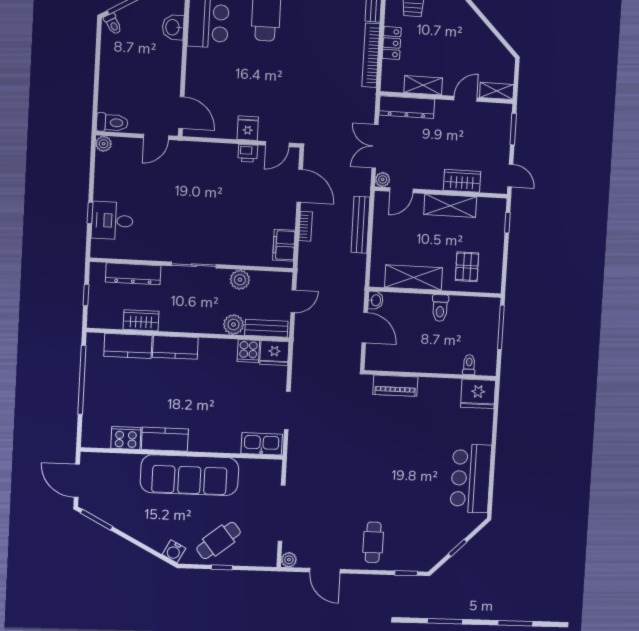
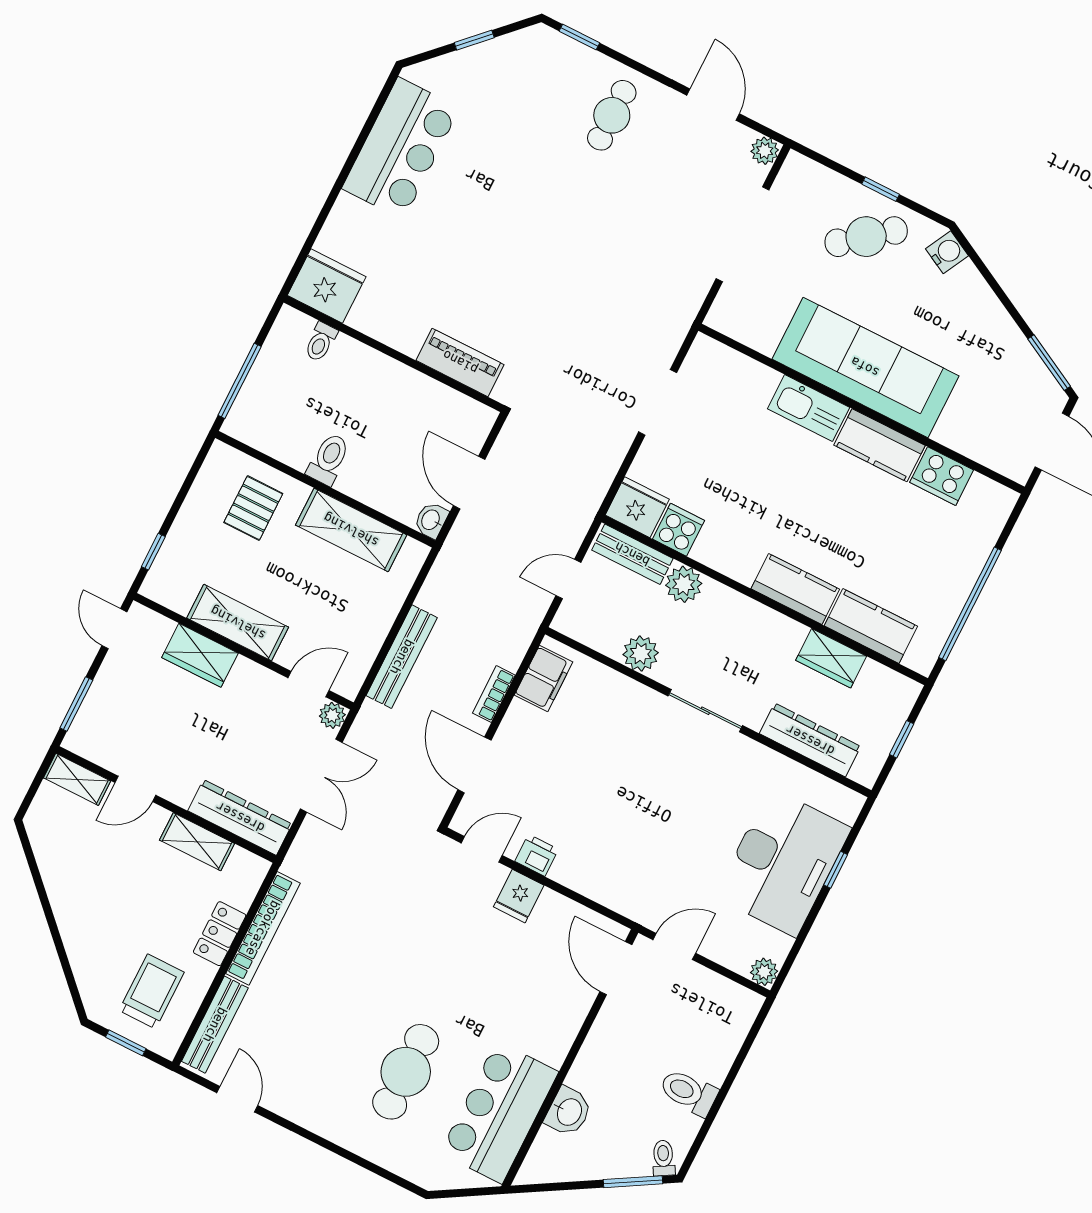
toilet: (112, 123) -> (689, 1092), moved
desk: (112, 221) -> (783, 862), width x1.87, depth x1.30
kitchen sink: (262, 444) -> (809, 408), moved

